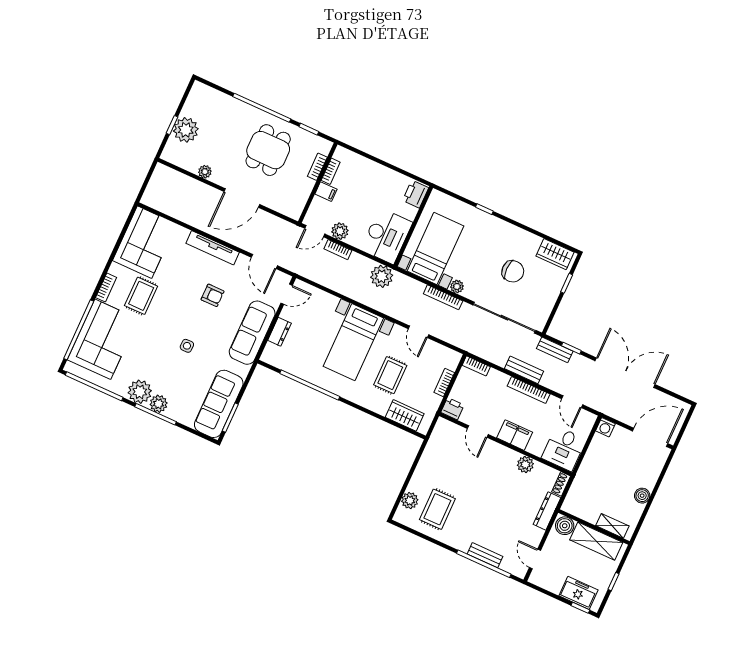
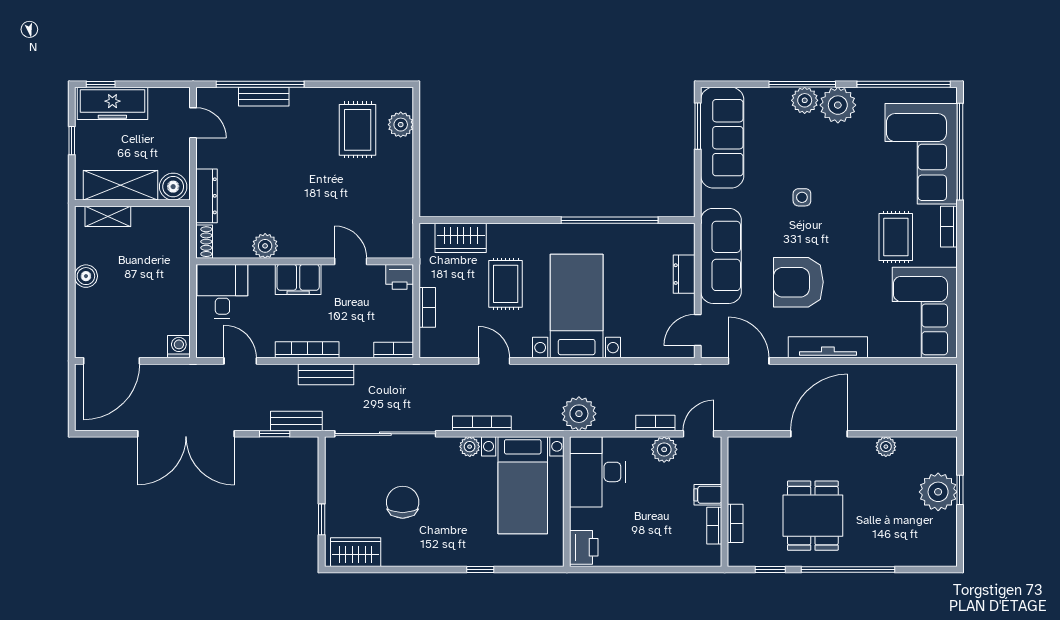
chair: (513, 271) -> (403, 502), turned 90
armchair: (213, 295) -> (798, 282), width x1.88, depth x1.88
freezer: (578, 593) -> (112, 103), width x1.40

